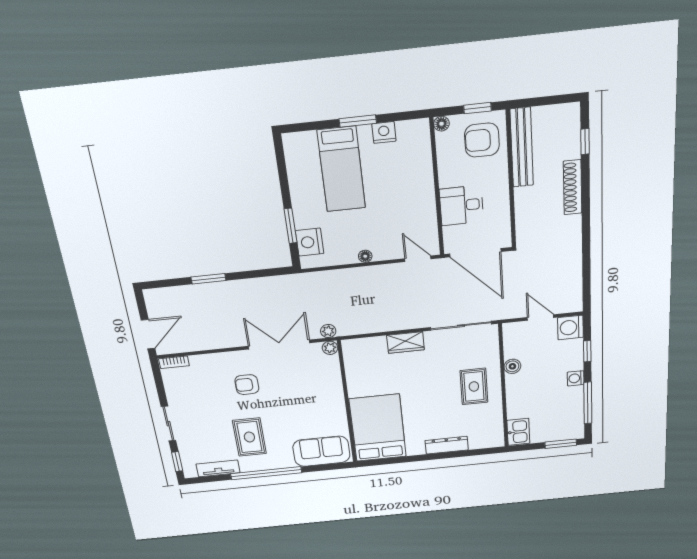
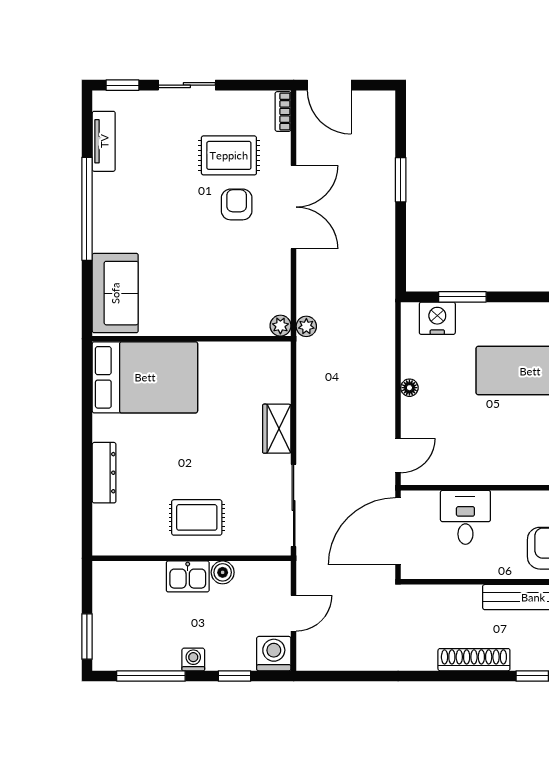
double door: (279, 345) -> (294, 207), moved
kitchen sink: (518, 432) -> (188, 576), moved
rug: (249, 437) -> (229, 155), moved

